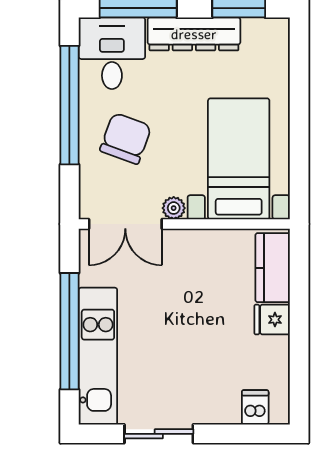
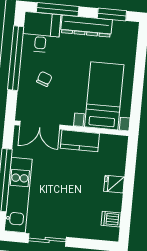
chair: (126, 138) -> (44, 79), width x0.54, depth x0.54
plant: (174, 208) -> (67, 119), removed
kitchen counter: (273, 268) -> (80, 141), moved, turned -90
dishwasher: (255, 407) -> (111, 219), moved, turned -90

